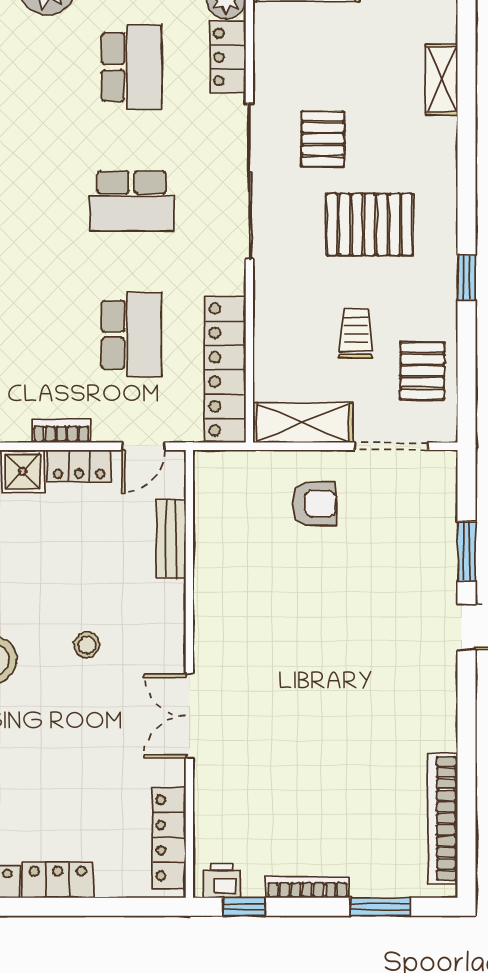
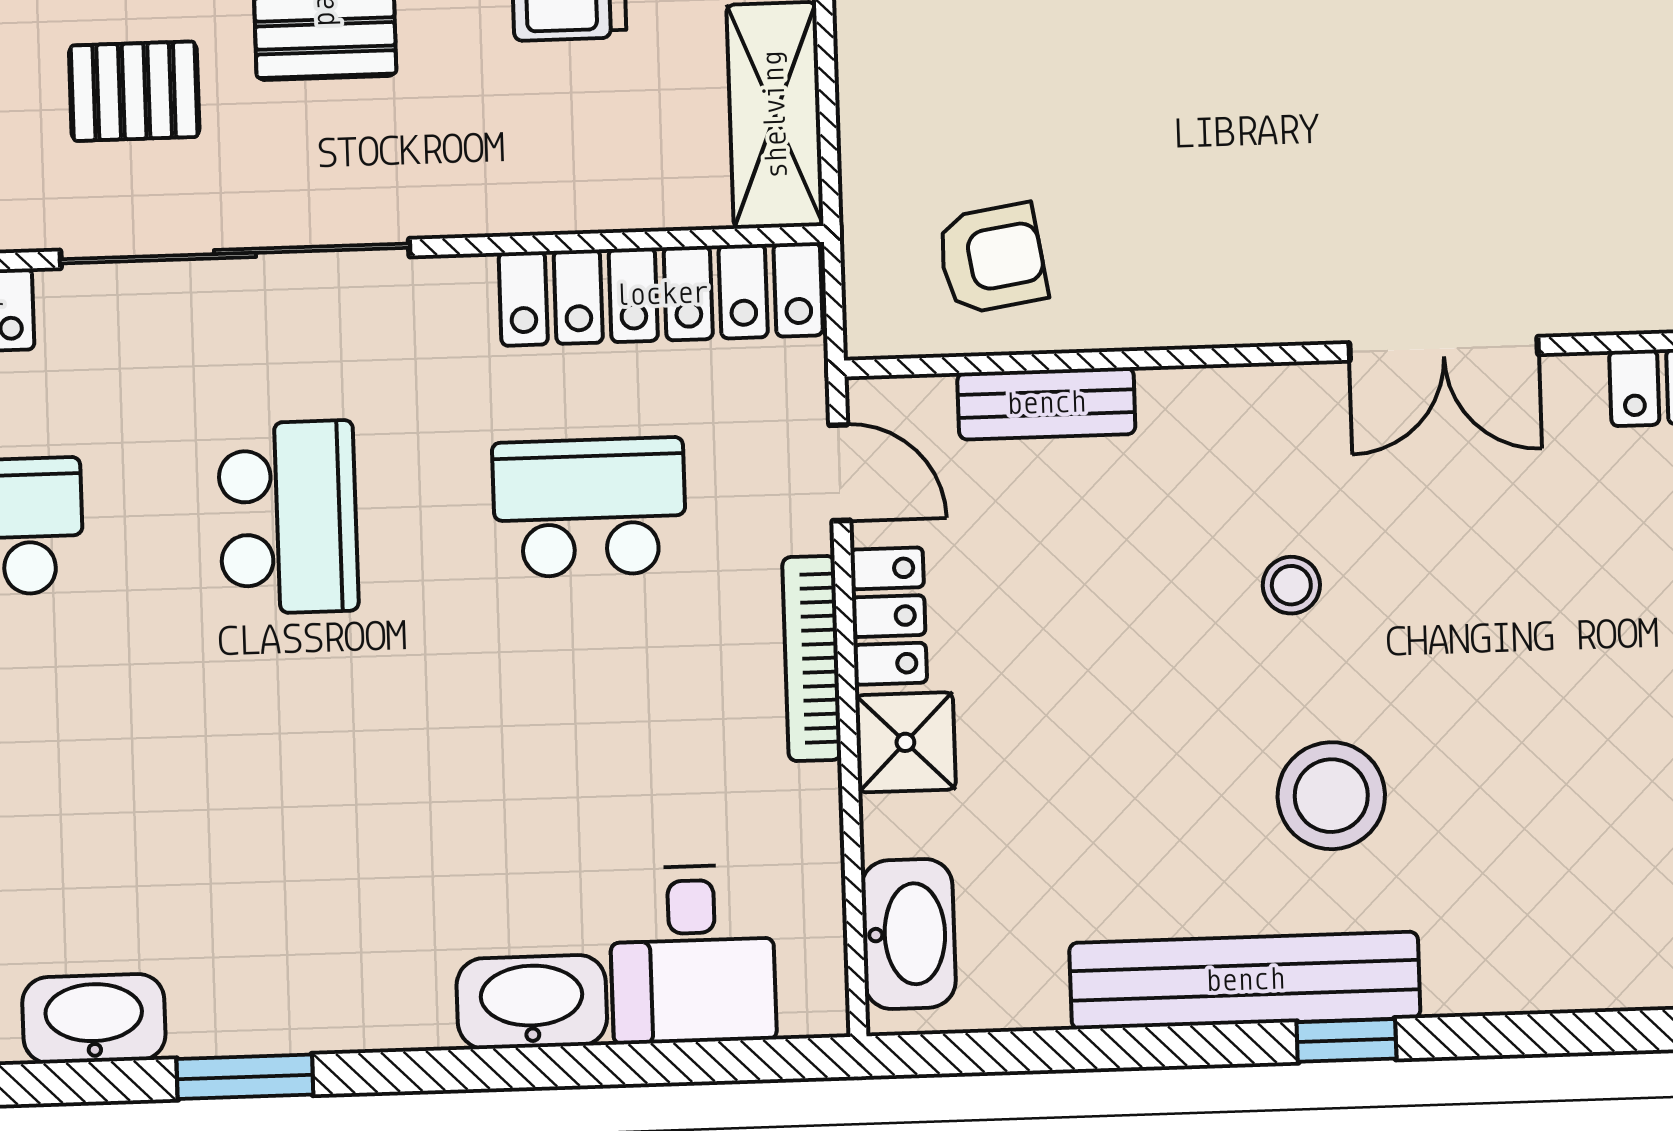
bookcase: (61, 431) -> (812, 658), width x1.56
armchair: (314, 504) -> (992, 259), moved, turned 81

